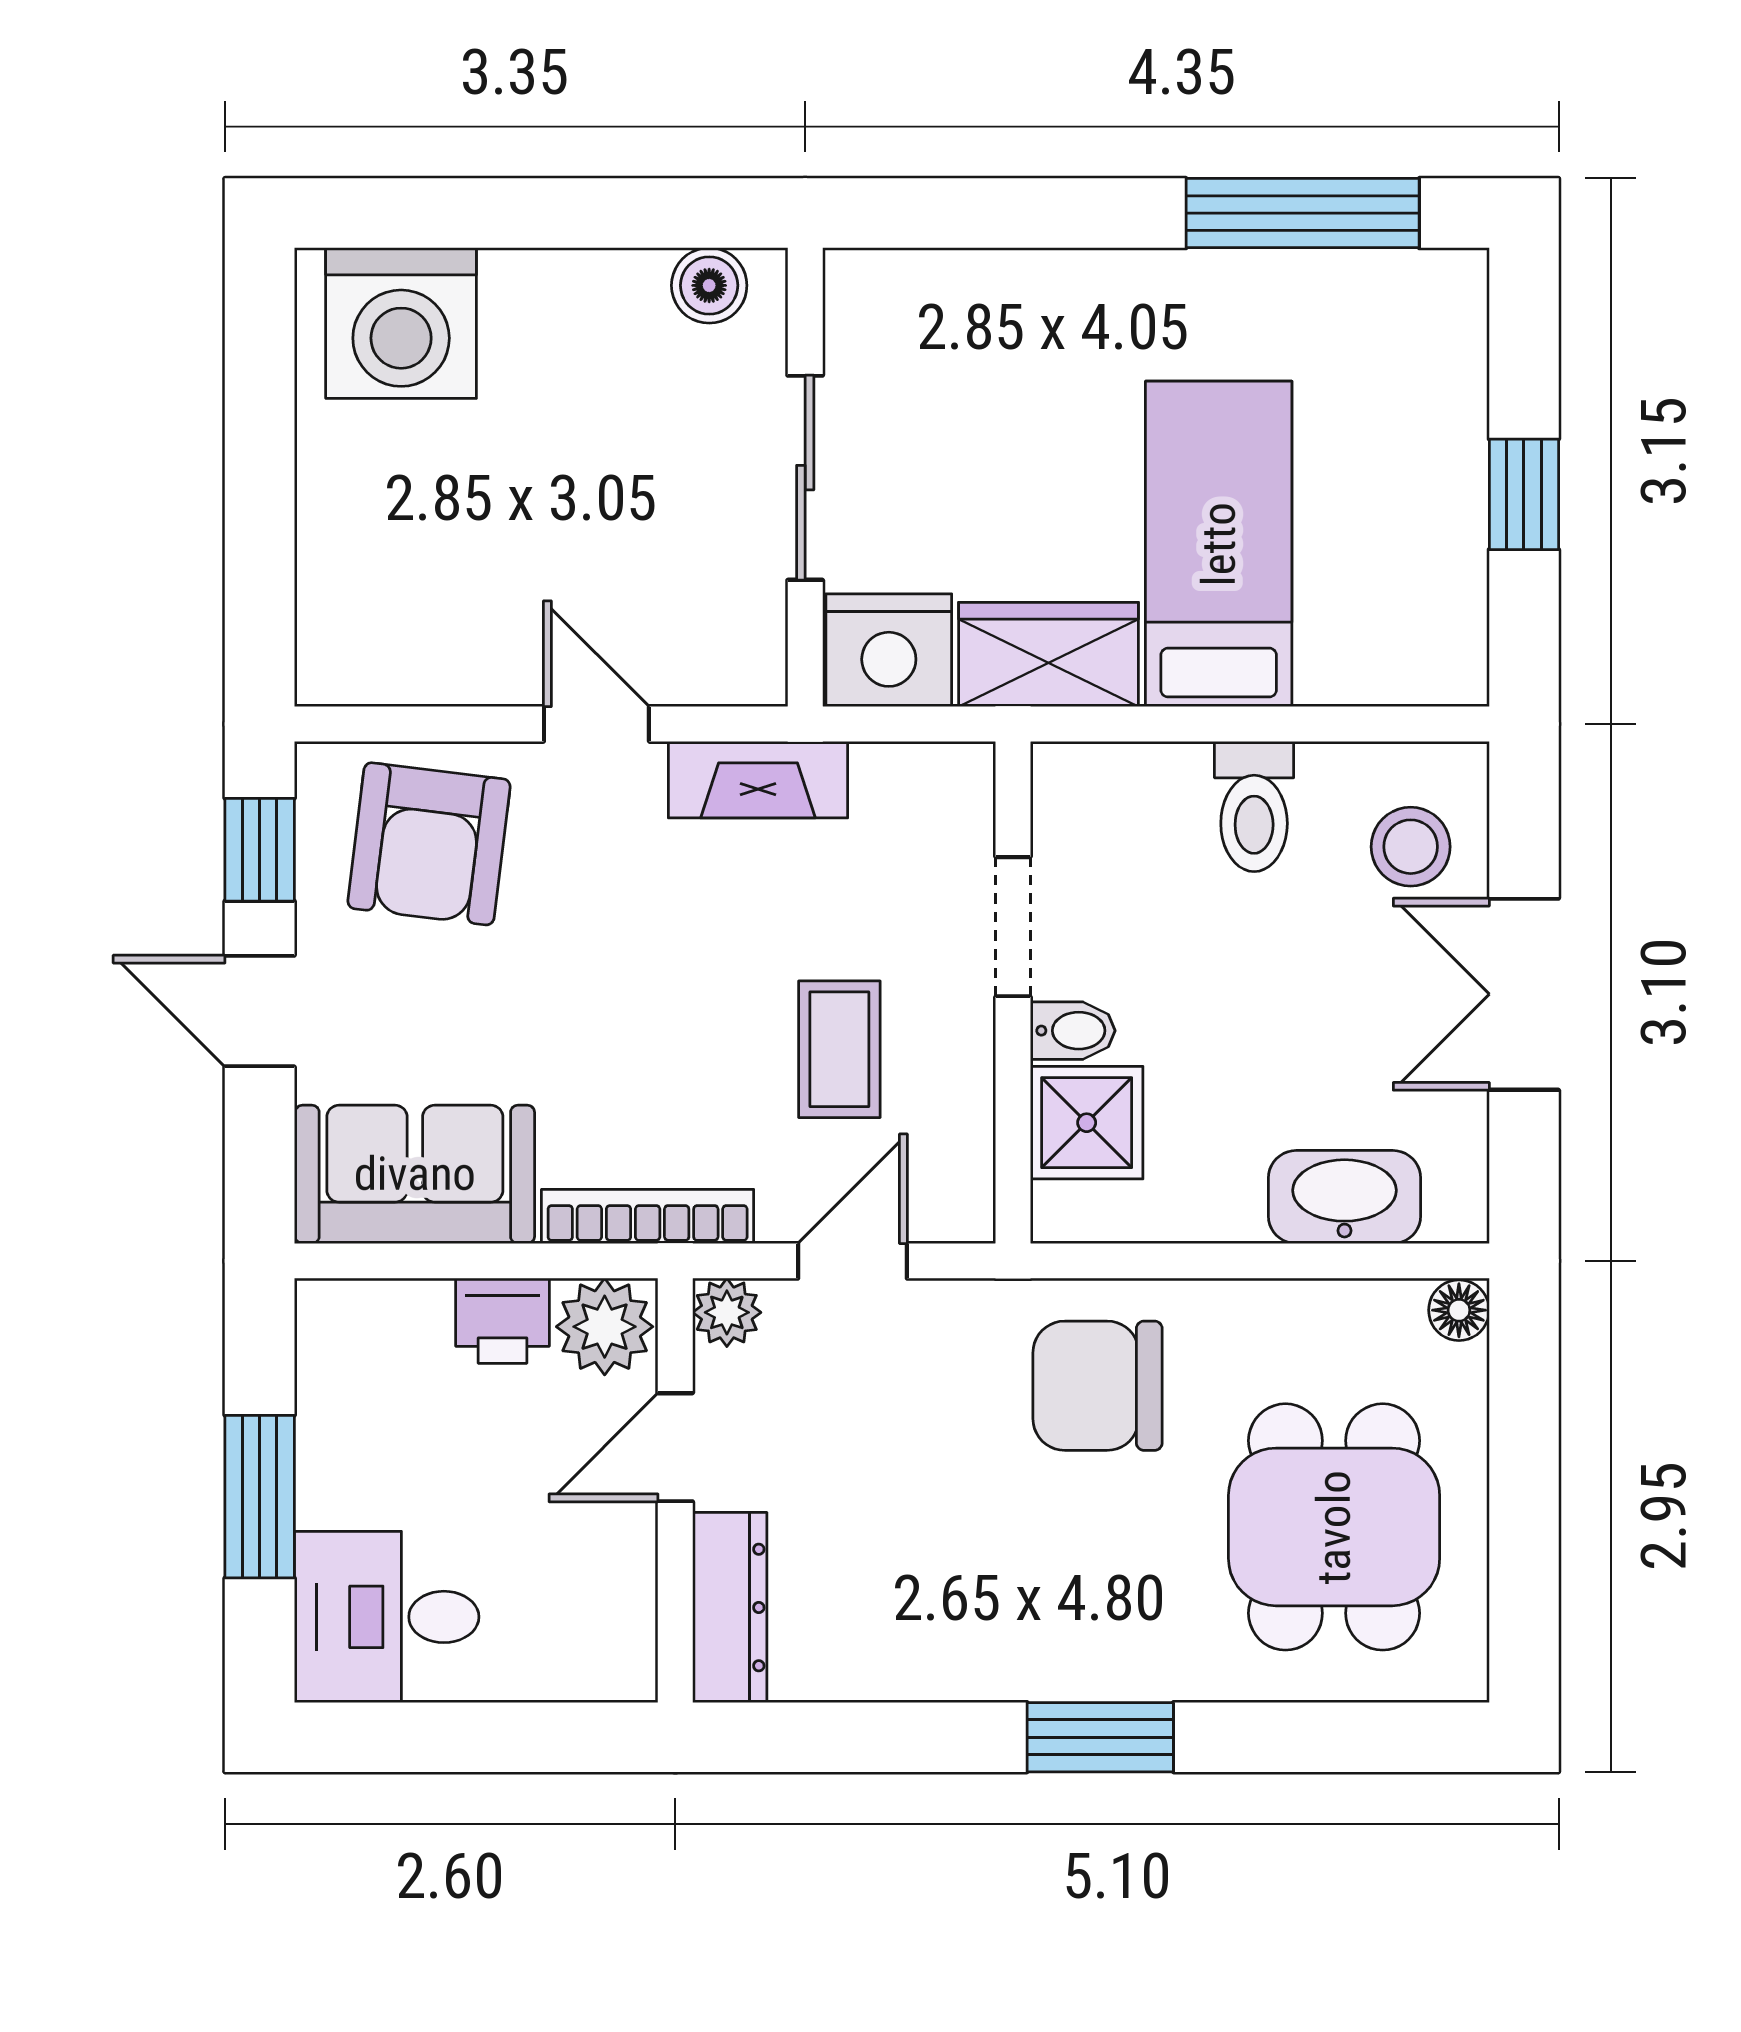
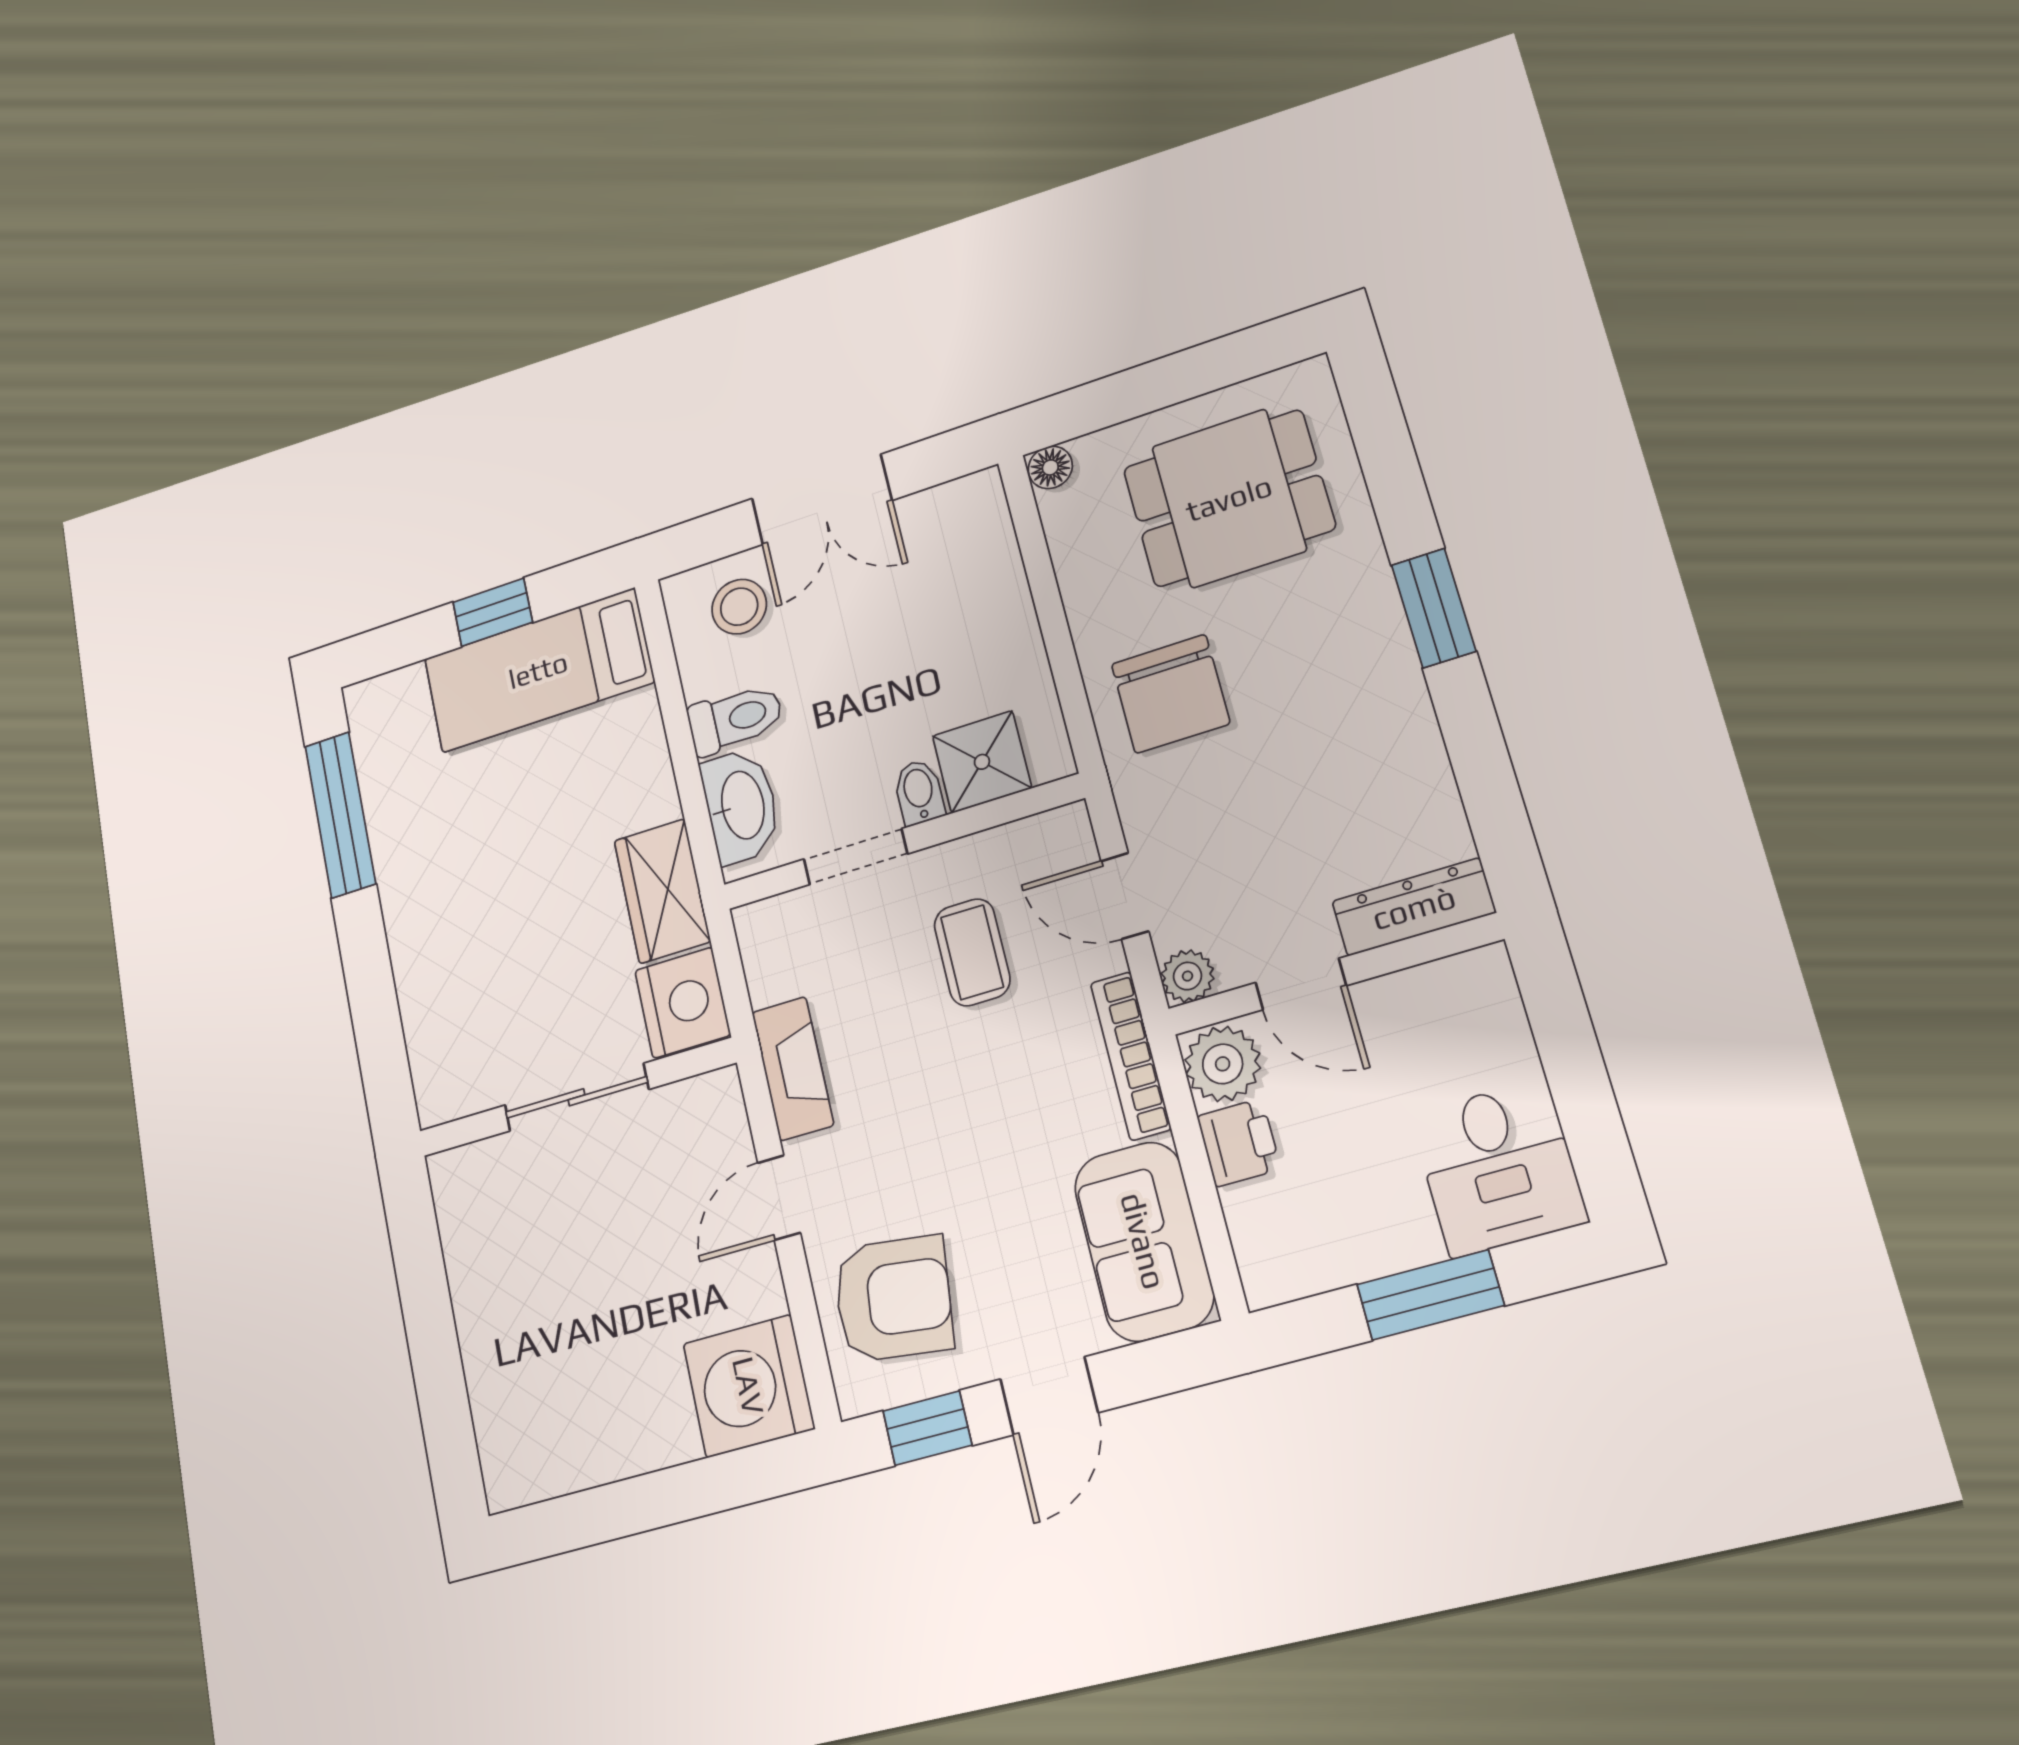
boiler: (709, 285) -> (459, 1204), removed
washing machine: (401, 323) -> (749, 1386), moved, turned 180
bed: (1219, 544) -> (538, 670), moved
coffee table: (839, 1049) -> (972, 952), turned 90
washbasin: (1344, 1197) -> (741, 806), moved, turned 180

